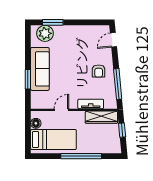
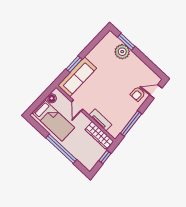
plant: (45, 33) -> (122, 52), moved
sofa: (40, 69) -> (77, 77), moved
armchair: (99, 71) -> (138, 94), moved
door: (61, 110) -> (77, 105), swing flipped

